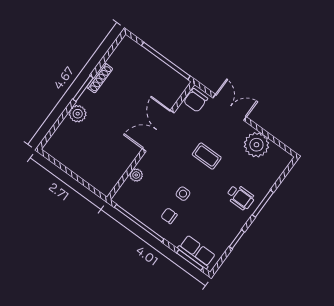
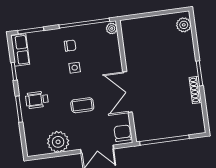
plant: (78, 114) -> (184, 25), moved
double door: (158, 131) -> (128, 92), swing flipped
plant: (136, 175) -> (112, 28), moved
row of seats: (197, 252) -> (20, 50), moved, turned -90

